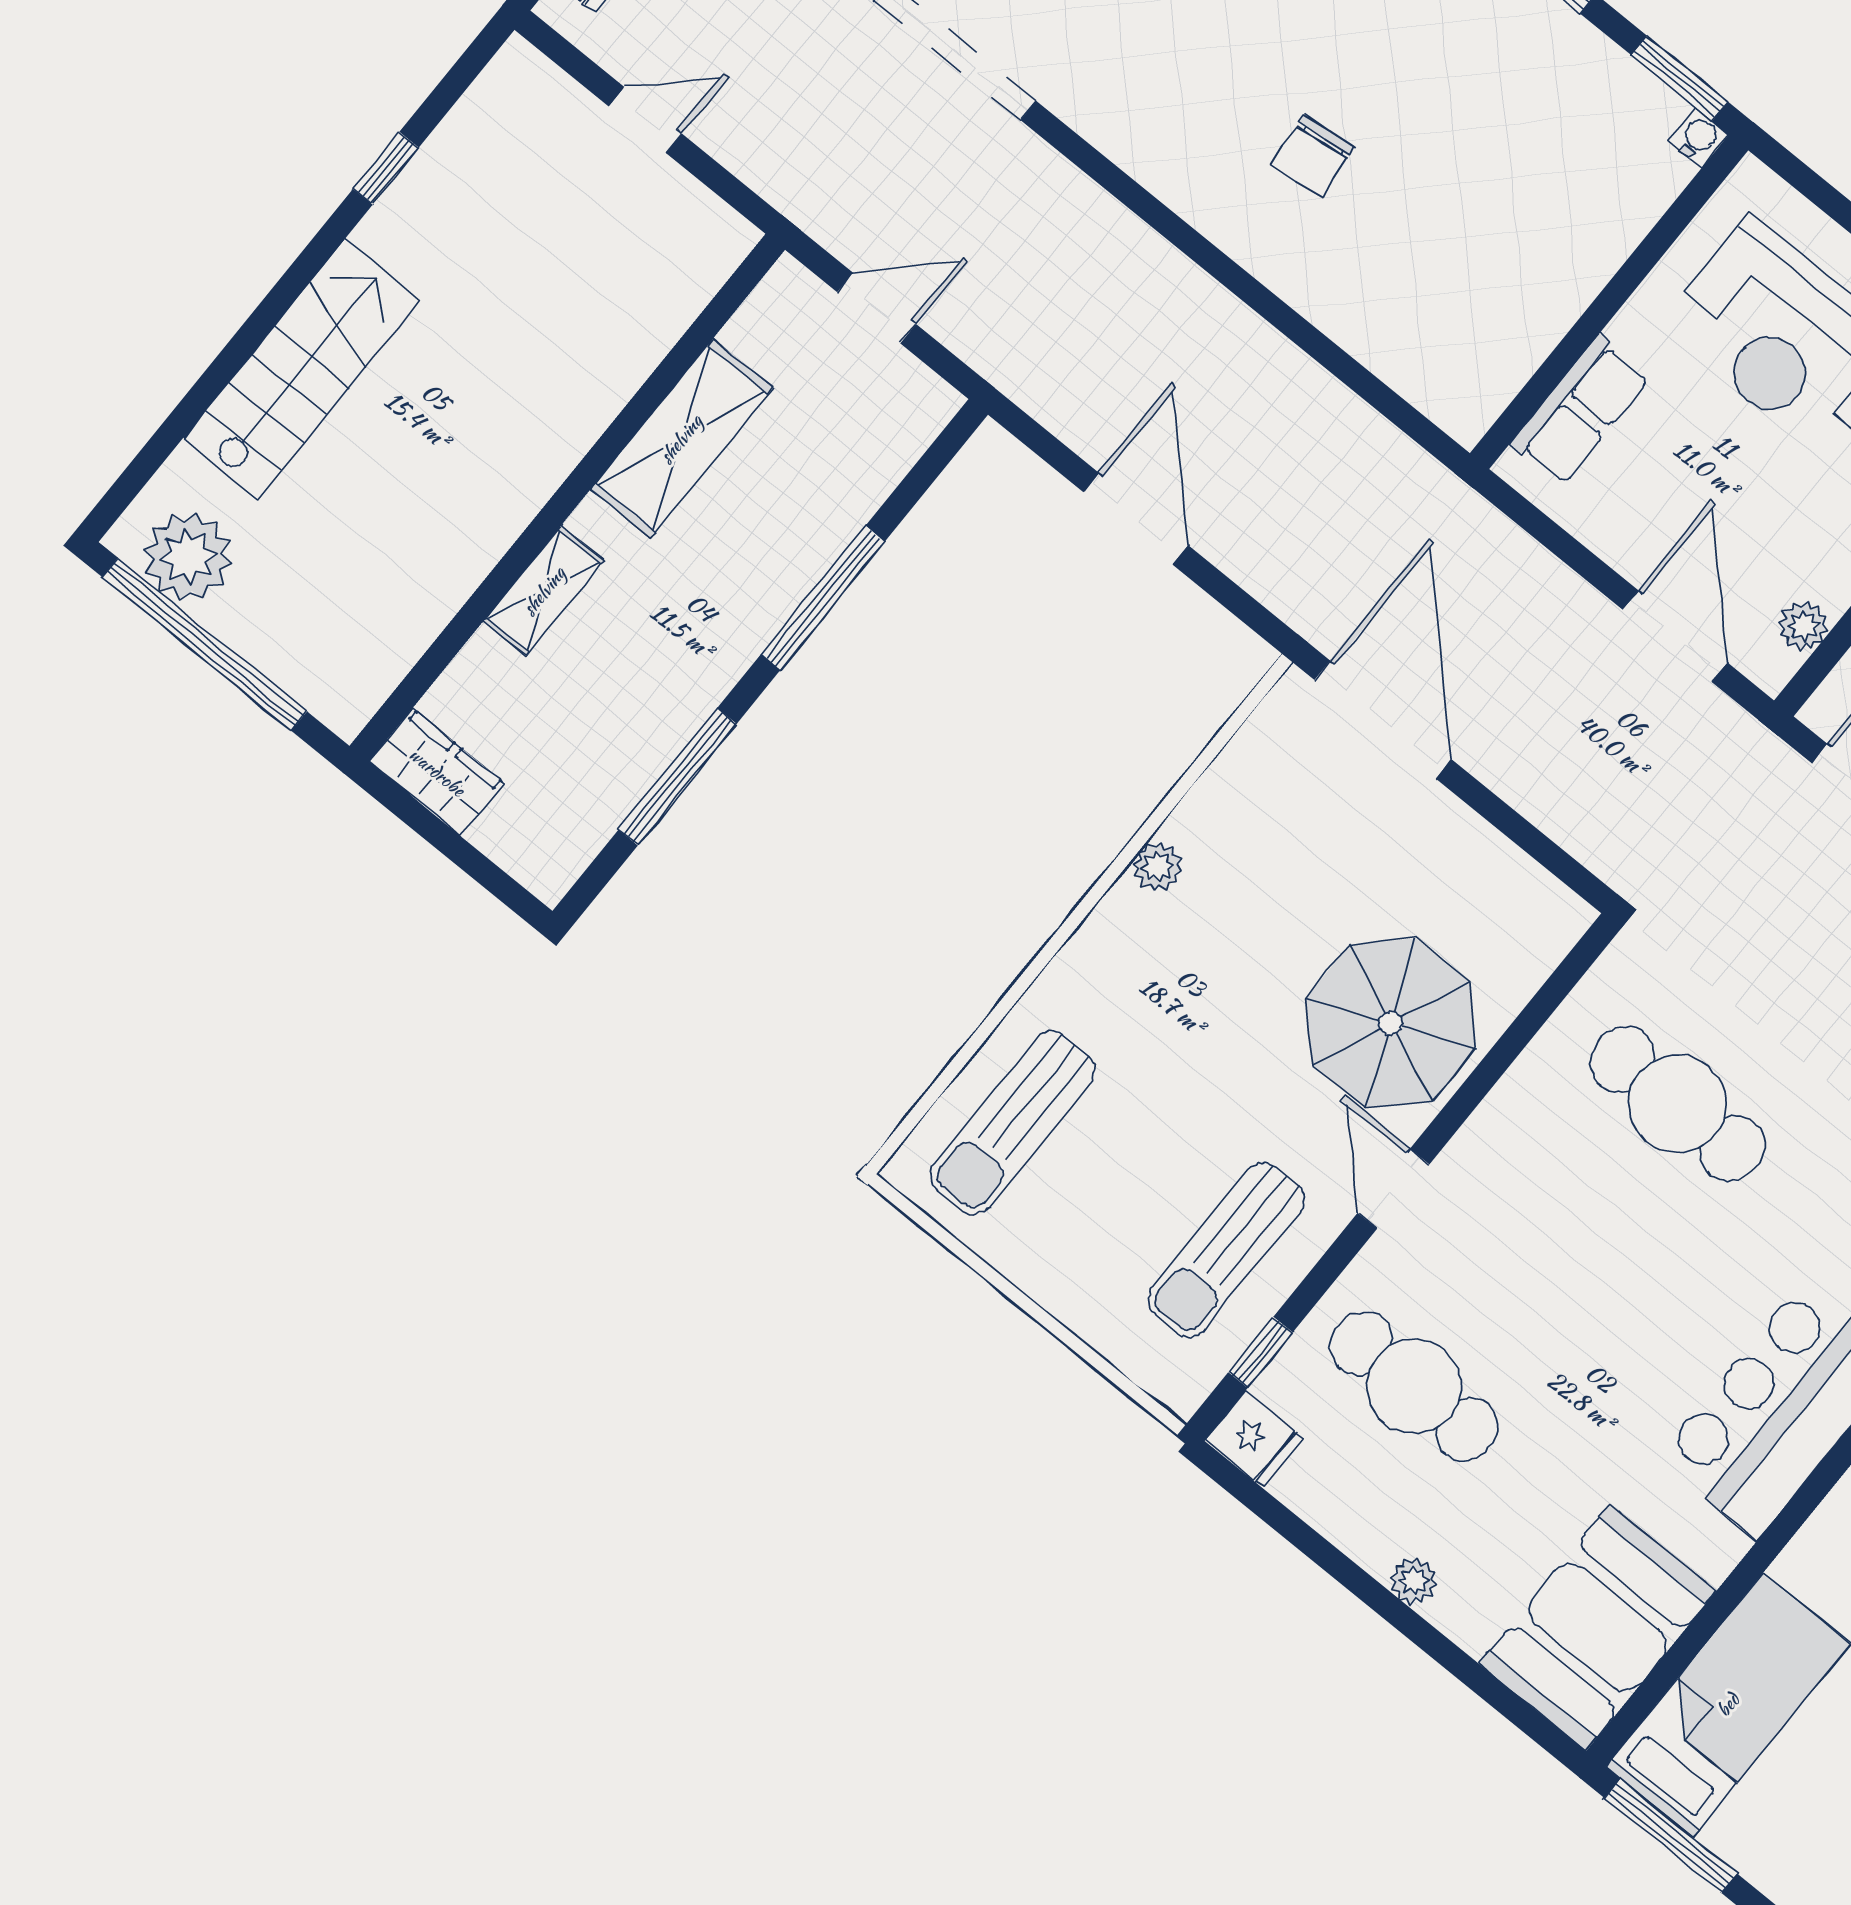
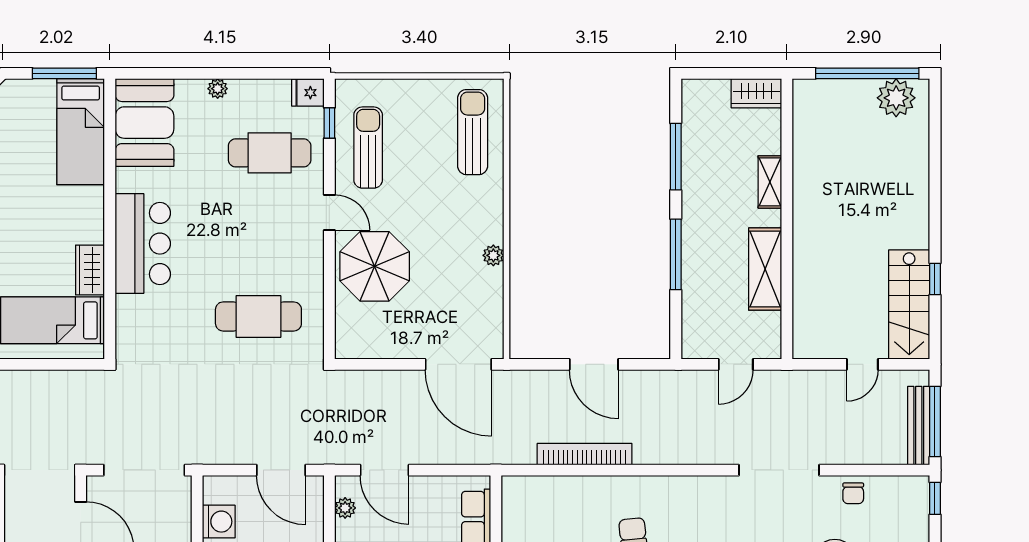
bookcase: (1286, 368) -> (585, 454), added
stairs: (302, 369) -> (909, 305), moved

